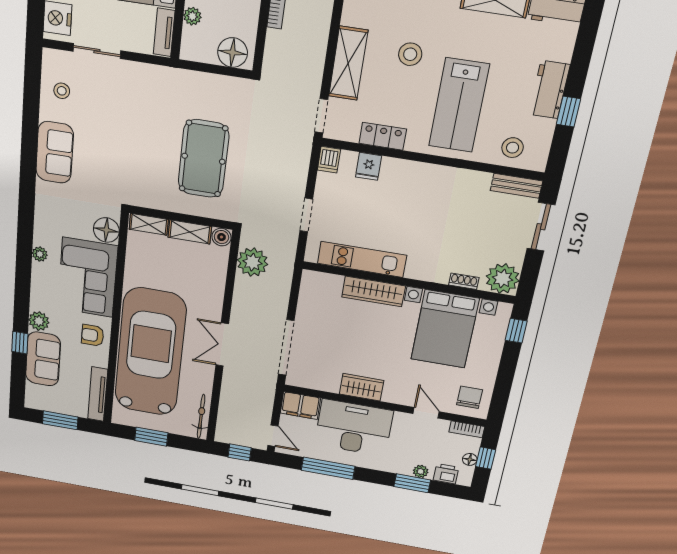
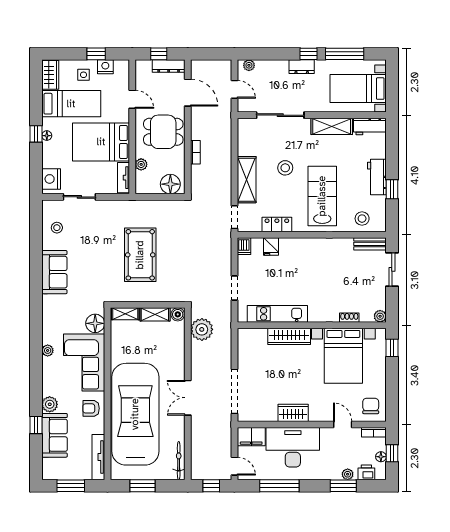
lab bench: (459, 105) -> (322, 196), turned 180
pool table: (203, 159) -> (140, 255), moved
plant: (503, 279) -> (380, 316), width x0.53, depth x0.53

